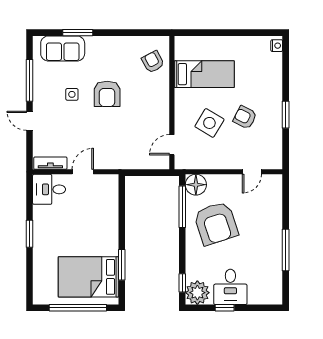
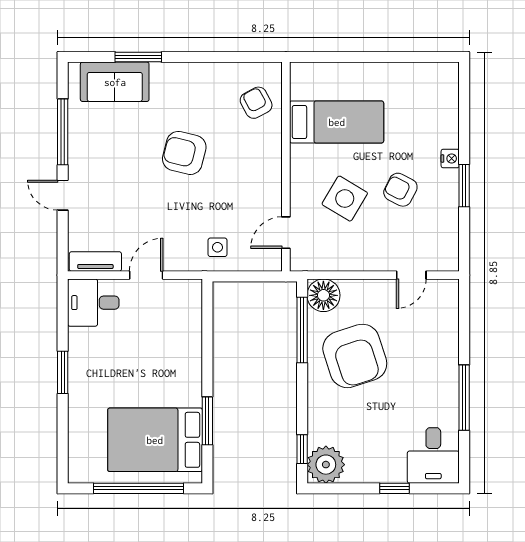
nightstand: (277, 46) -> (450, 159), moved
side table: (72, 94) -> (217, 247), moved
armchair: (107, 94) -> (184, 153), turned 104
desk: (230, 287) -> (433, 455), moved
window: (225, 308) -> (394, 488), moved

